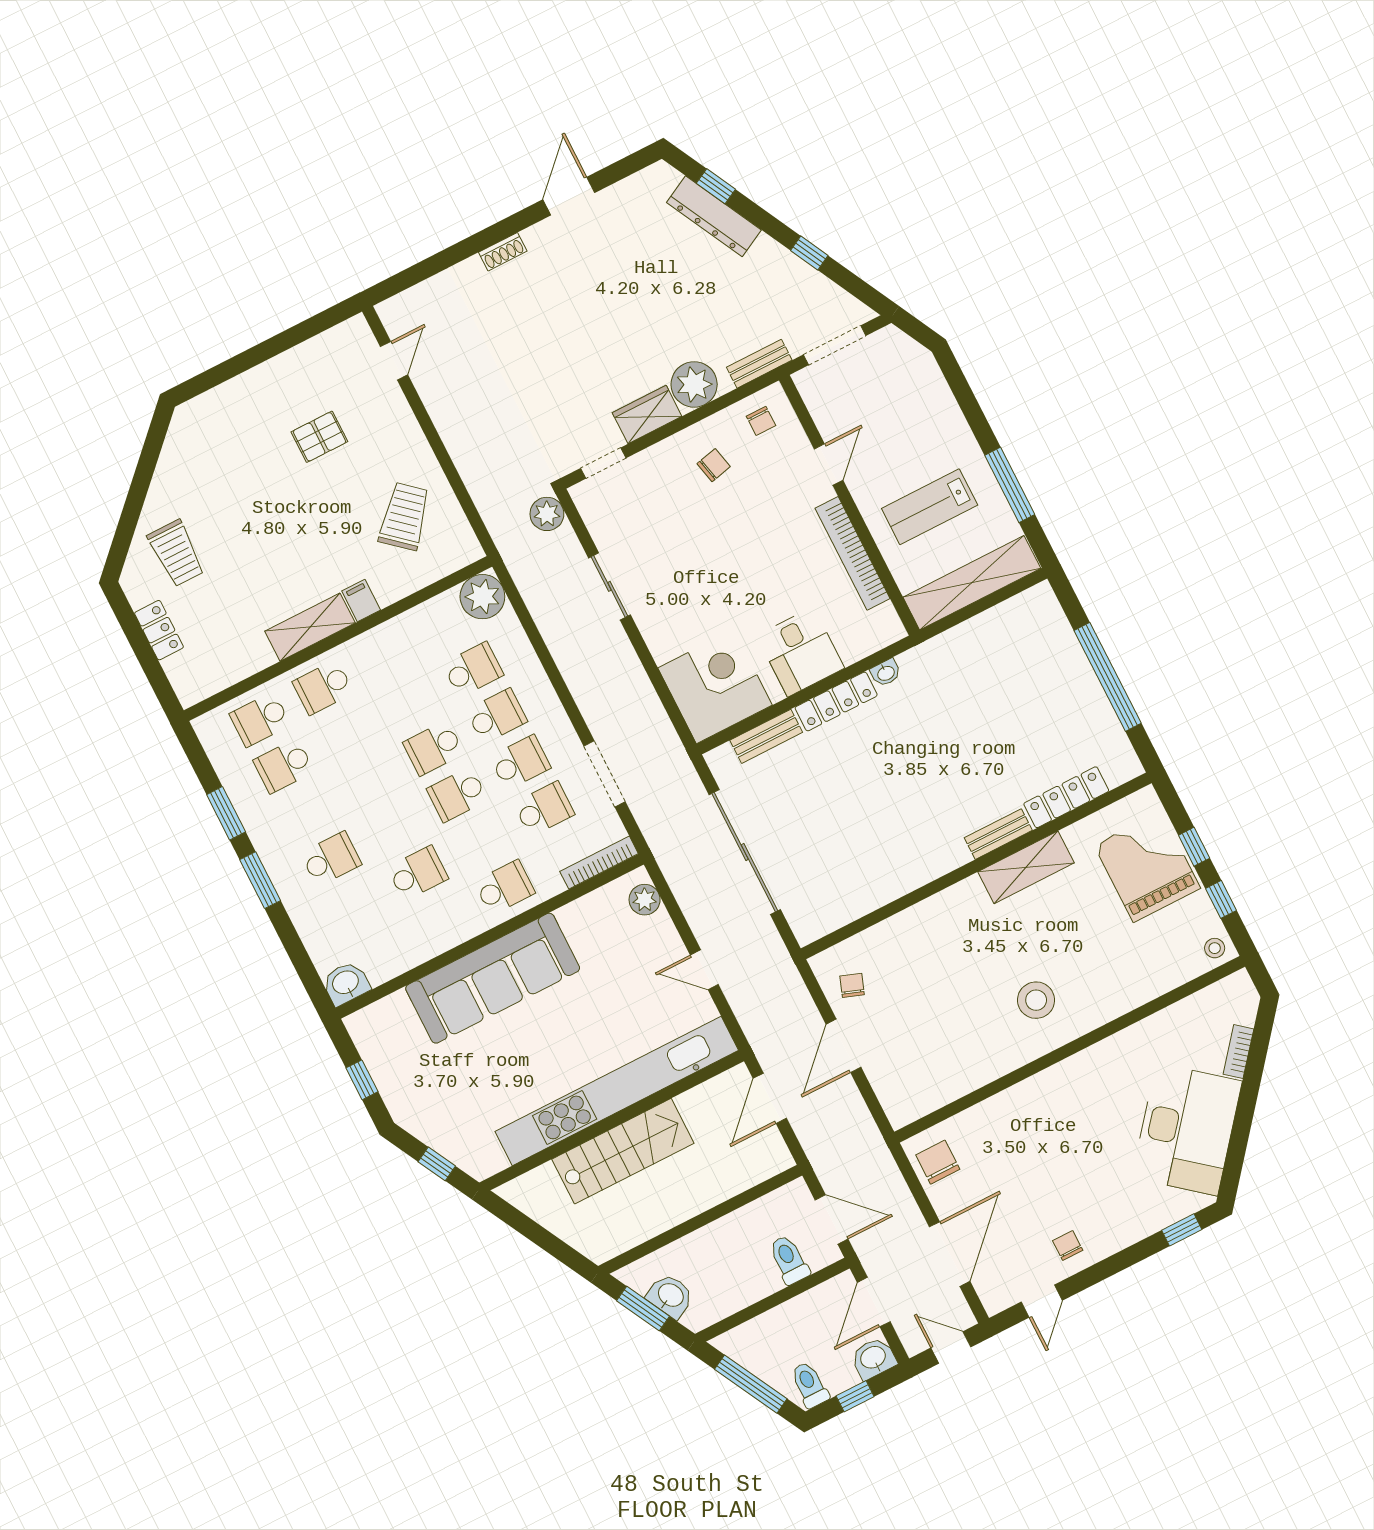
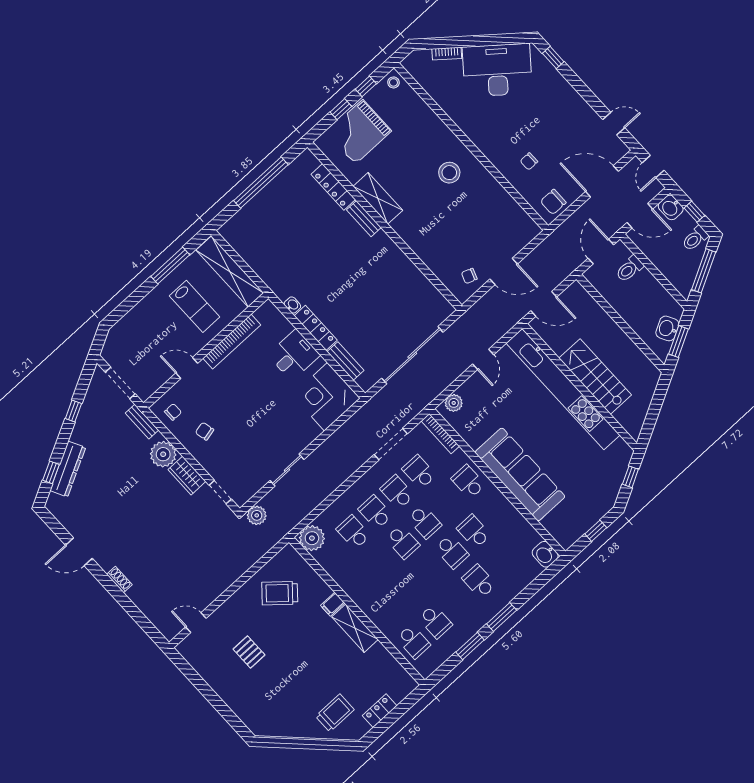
school desk: (323, 687) -> (452, 552), moved
chair: (1068, 1245) -> (529, 161), moved

